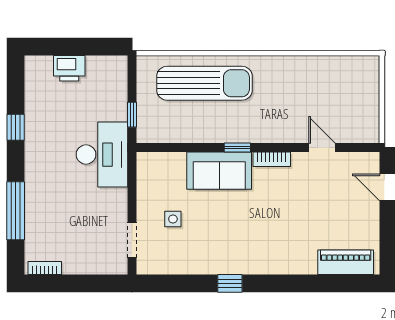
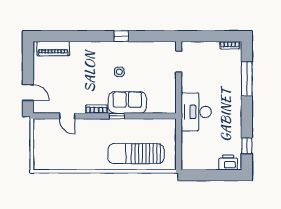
printer: (69, 68) -> (228, 162), moved
window: (132, 115) -> (179, 135), removed
window: (16, 127) -> (247, 146), moved
side table: (173, 219) -> (119, 72), moved

